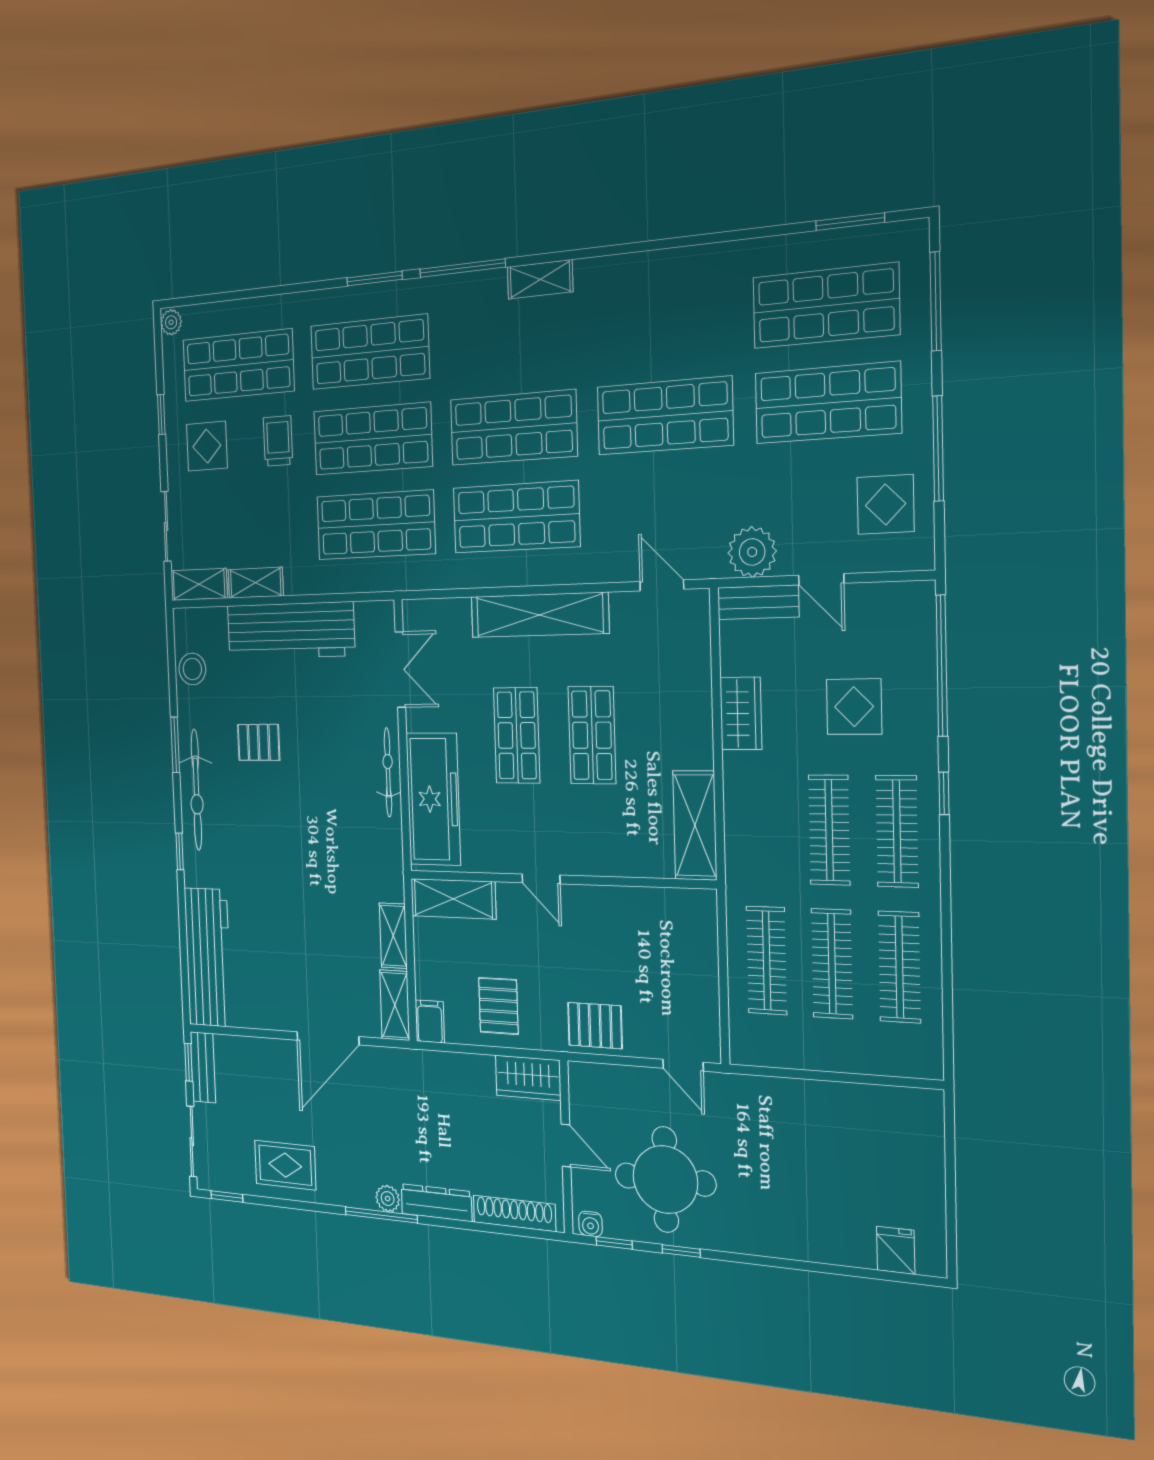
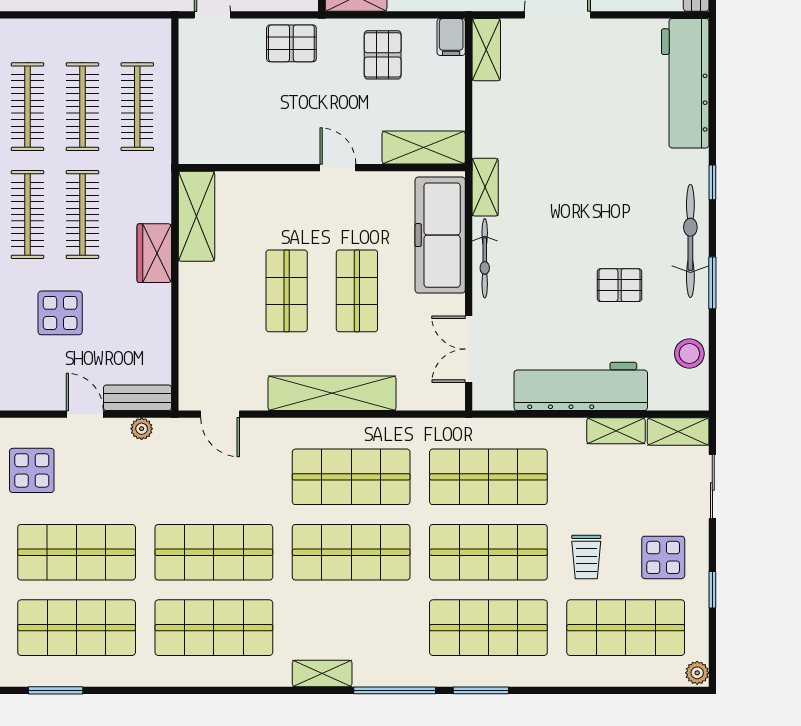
shop shelf: (662, 322) -> (214, 628), added
plant: (752, 552) -> (142, 429), width x0.53, depth x0.53
wardrobe: (741, 713) -> (154, 253), moved
shelving: (393, 936) -> (485, 187), moved

